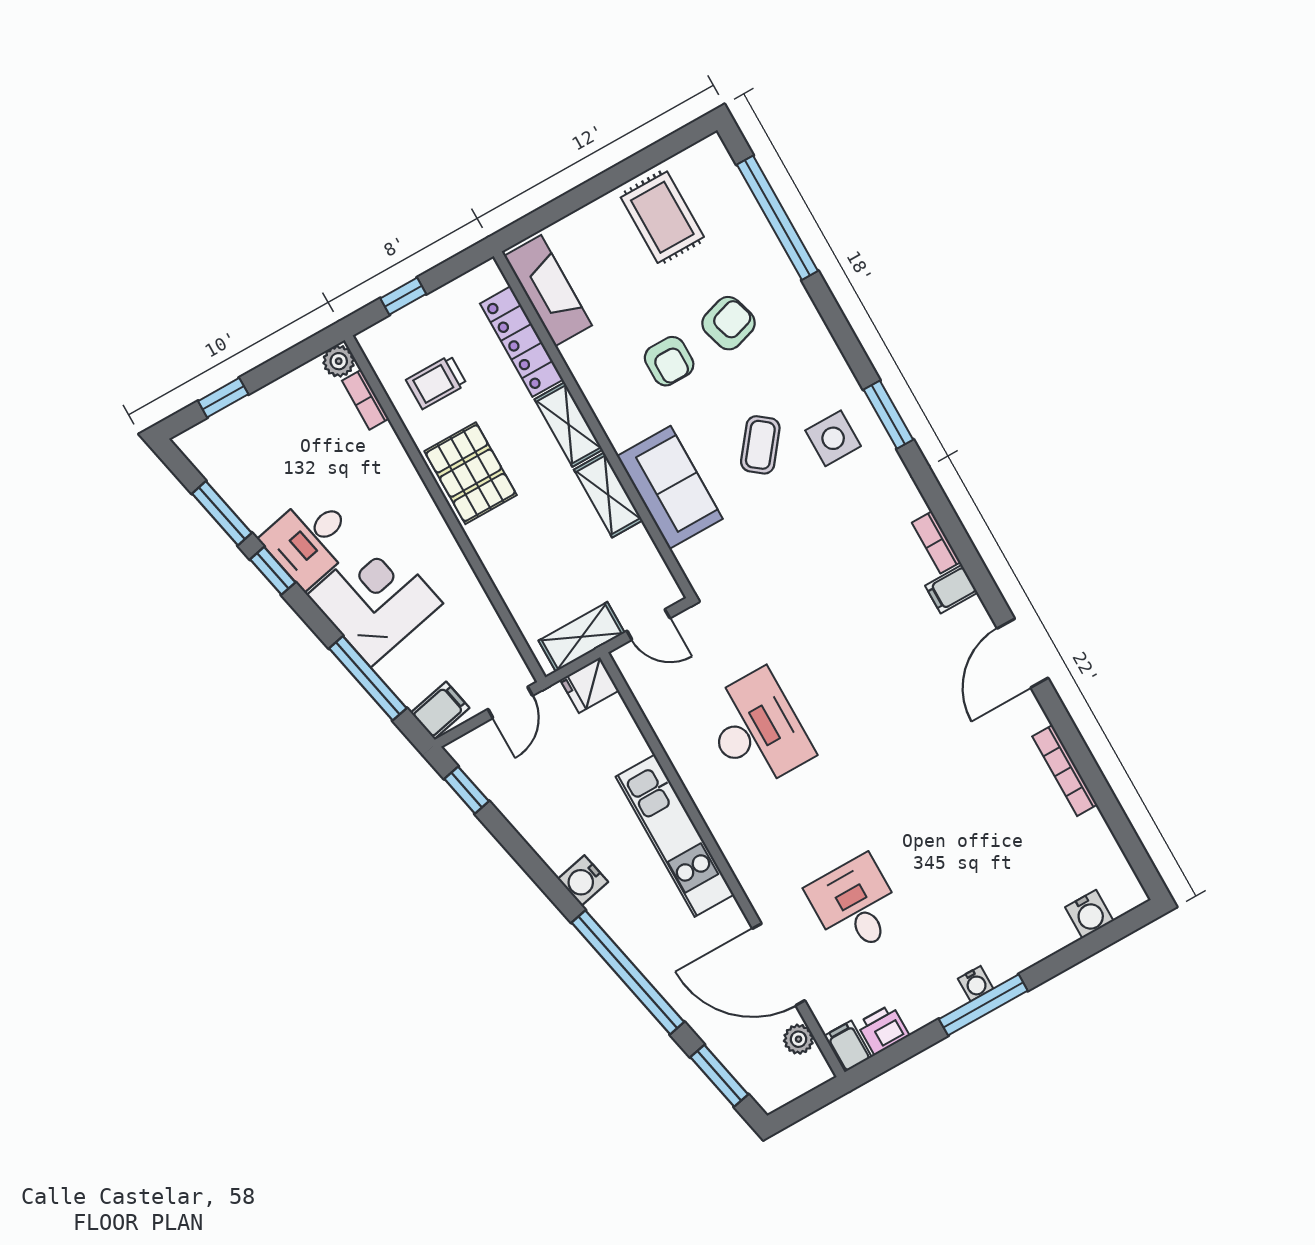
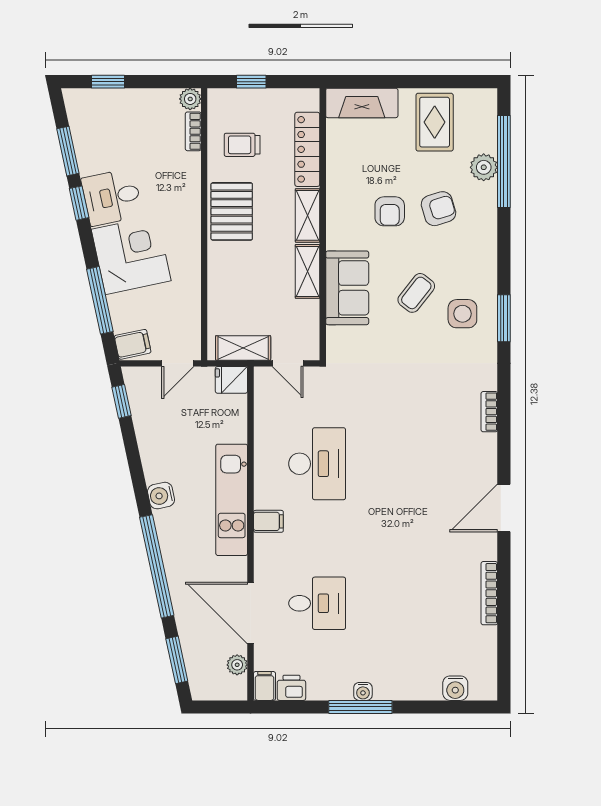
plant: (756, 239) -> (484, 167), added
fireplace: (548, 291) -> (362, 103), moved, turned 90
filing cabinet: (951, 589) -> (268, 521), moved, turned 180
desk: (856, 905) -> (317, 603), turned 90

